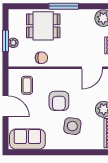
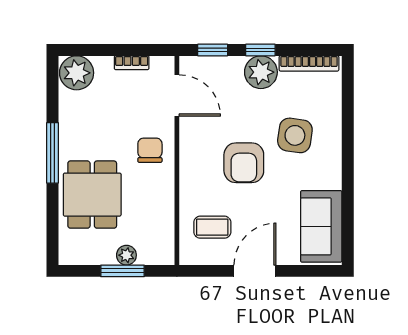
chair: (41, 58) -> (150, 150), moved
armchair: (59, 101) -> (244, 163), turned 90

